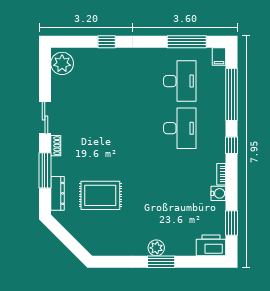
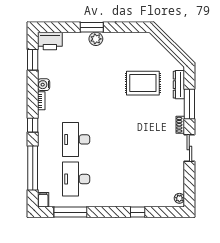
plant: (62, 63) -> (179, 198), width x0.53, depth x0.53

